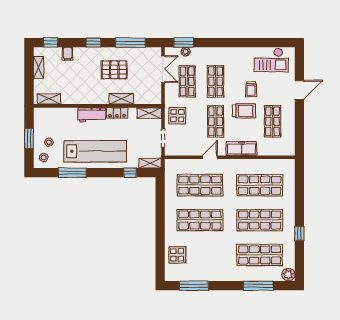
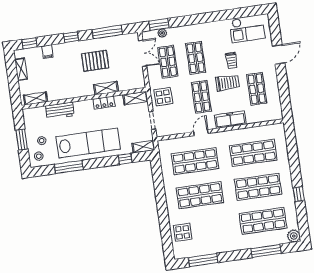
workbench: (92, 115) -> (60, 111), moved

